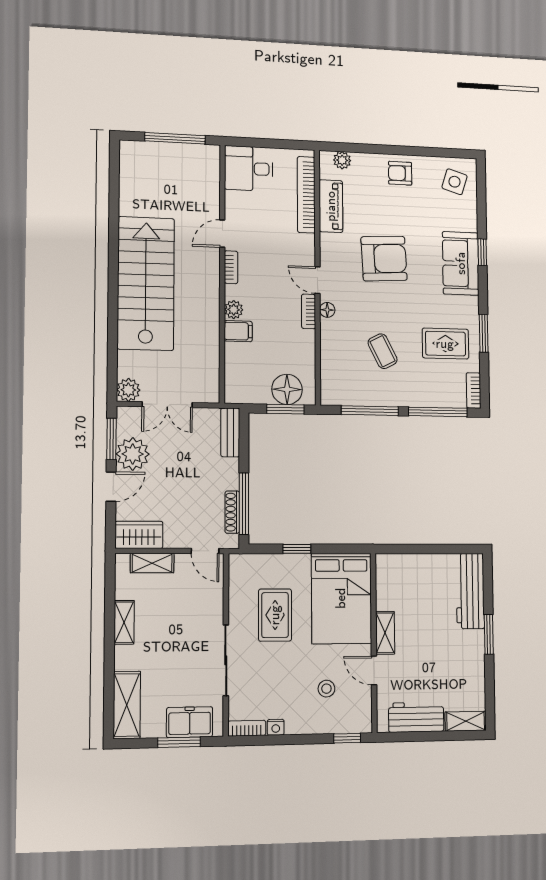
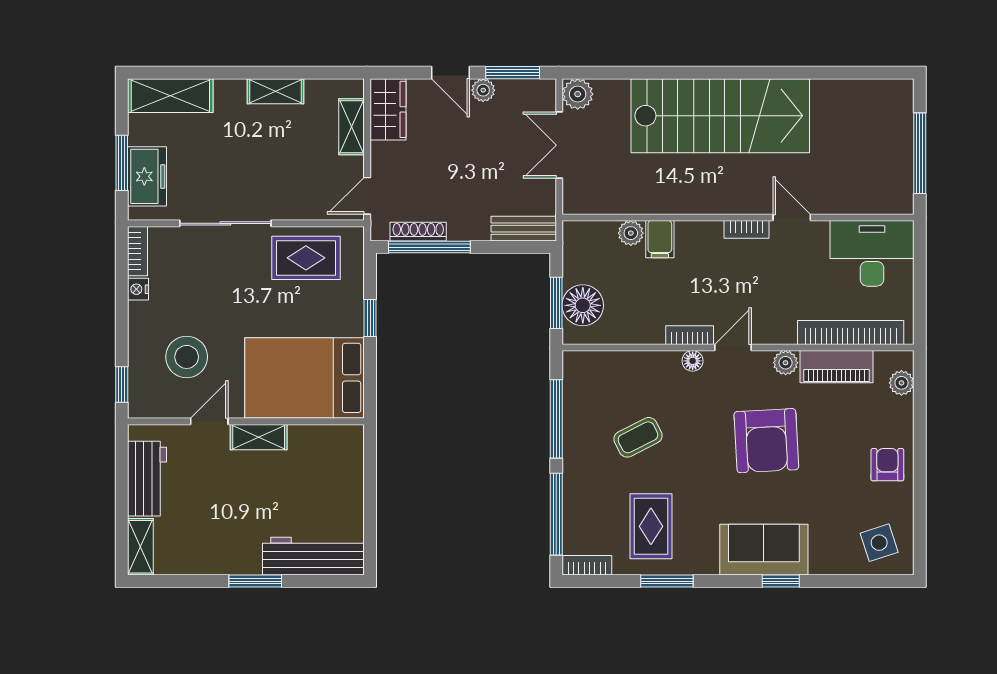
desk: (249, 168) -> (872, 253), width x1.37
side table: (455, 182) -> (879, 543), turned -35
plant: (328, 243) -> (786, 363), added
plant: (234, 310) -> (631, 233), moved
plant: (133, 454) -> (483, 90), width x0.53, depth x0.53
rug: (275, 615) -> (306, 258), moved
stool: (326, 689) -> (187, 357), width x1.89, depth x1.89

